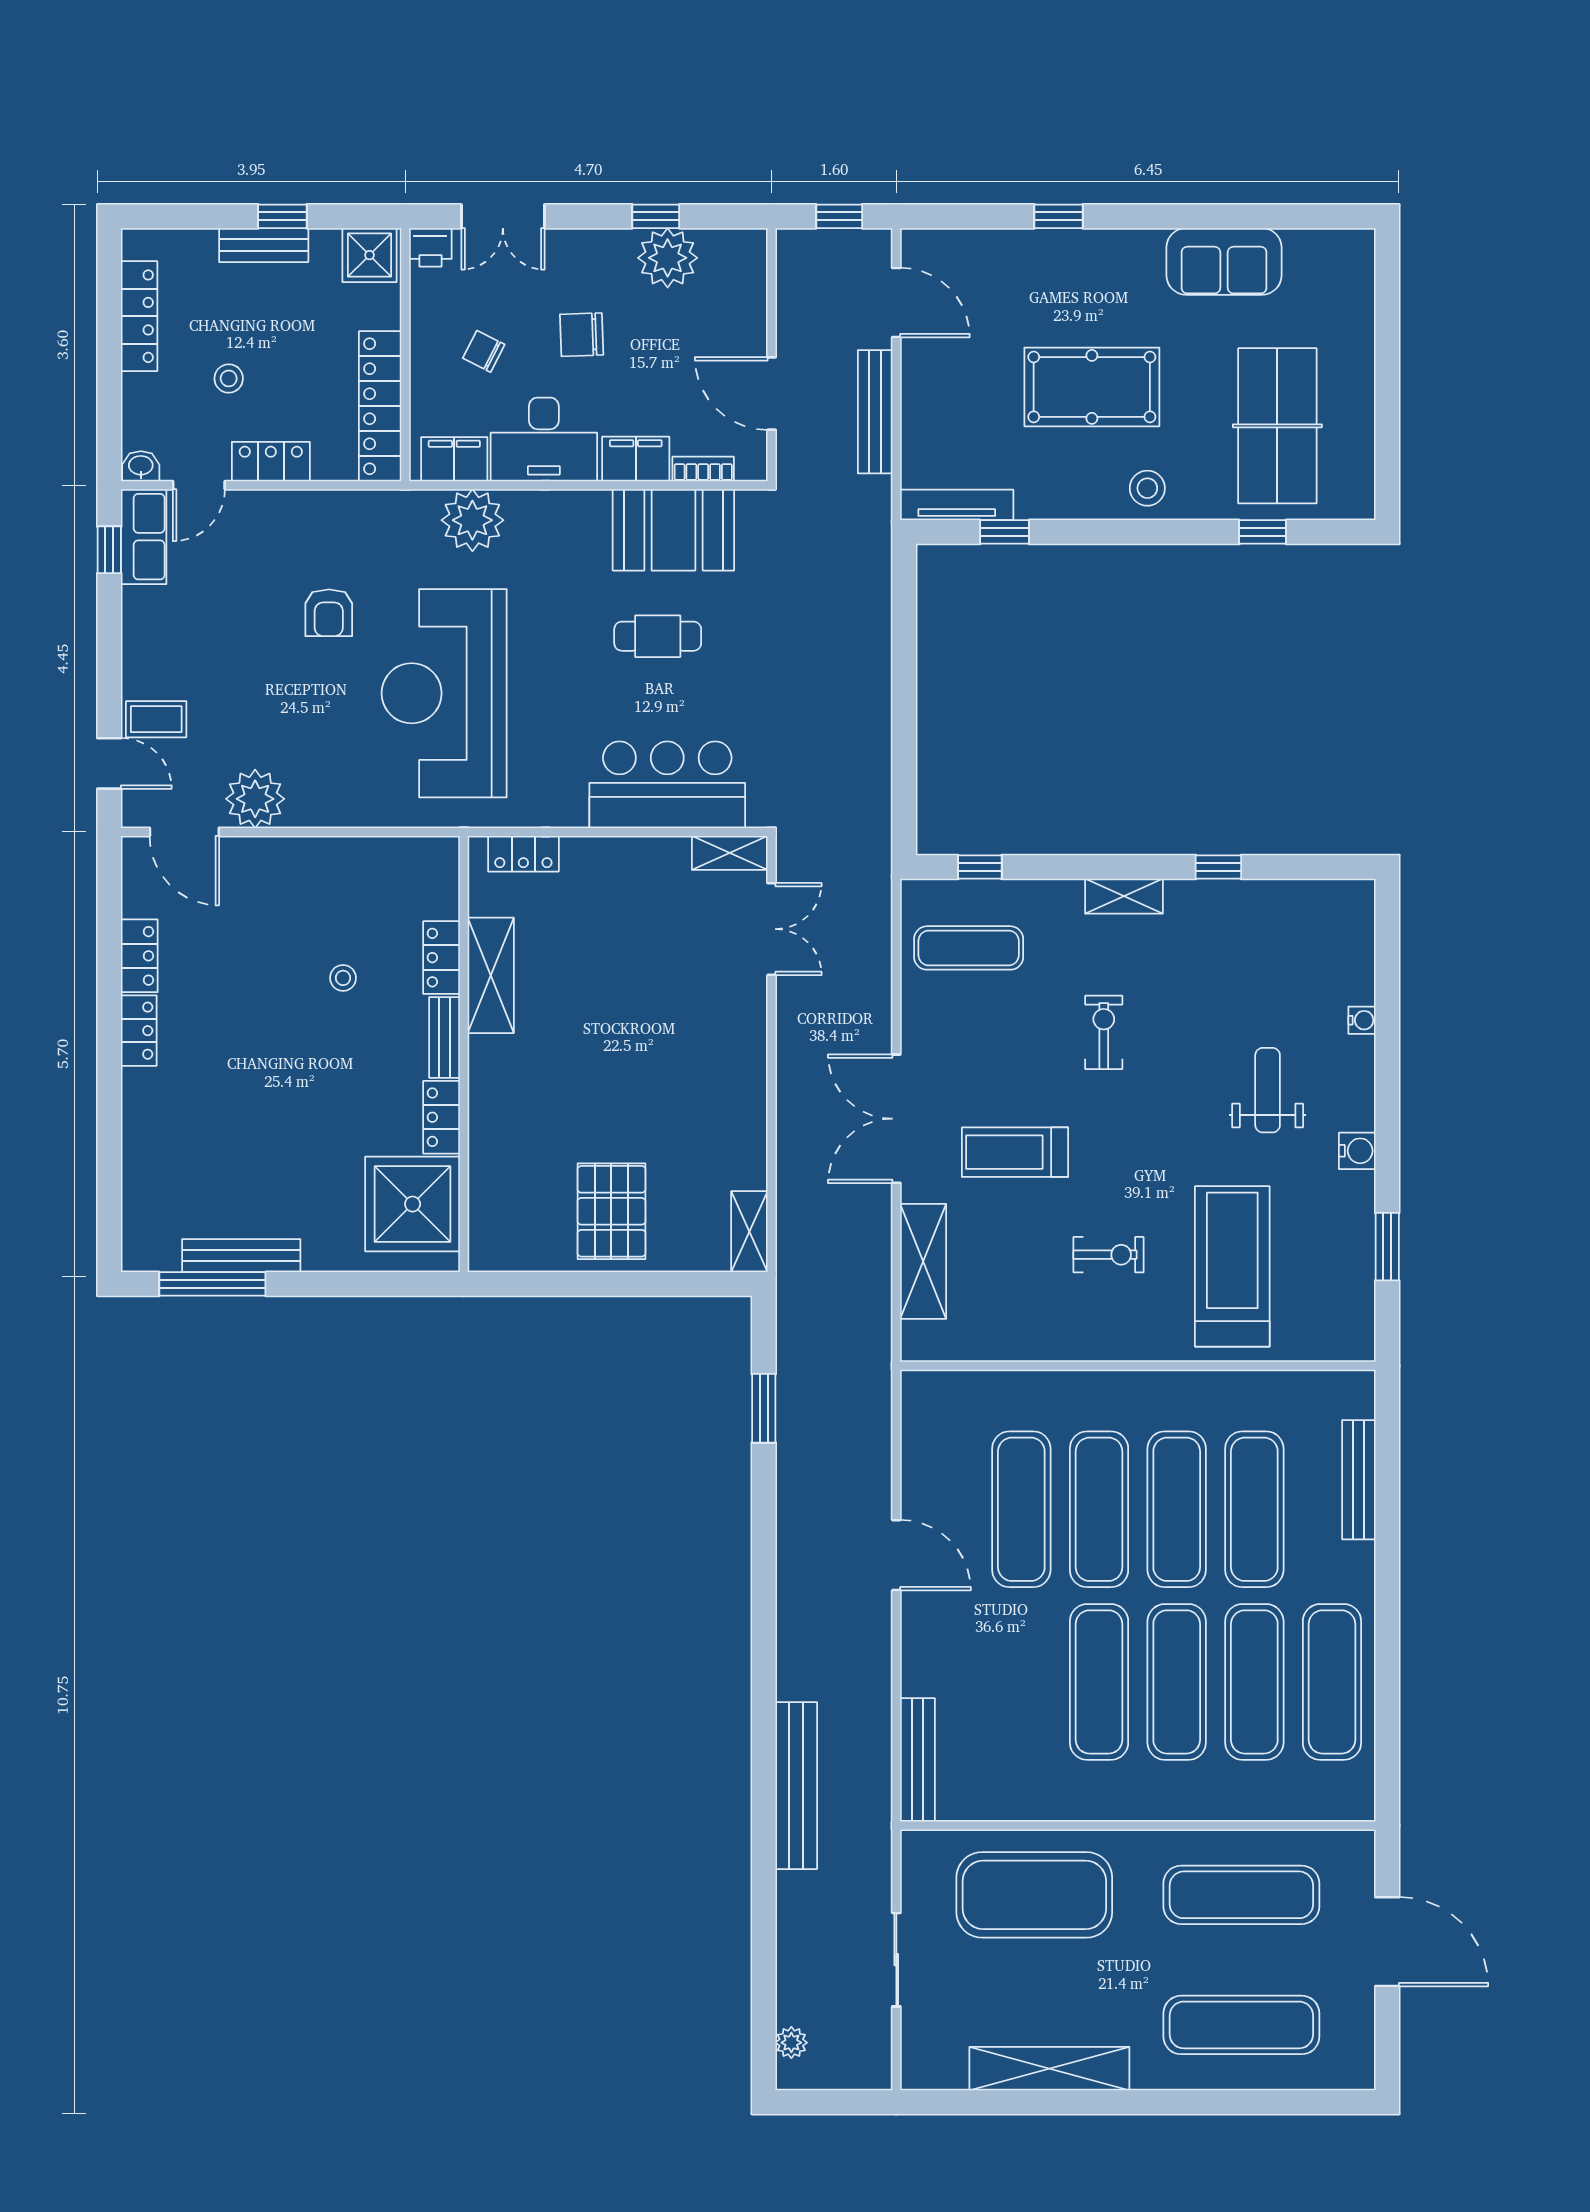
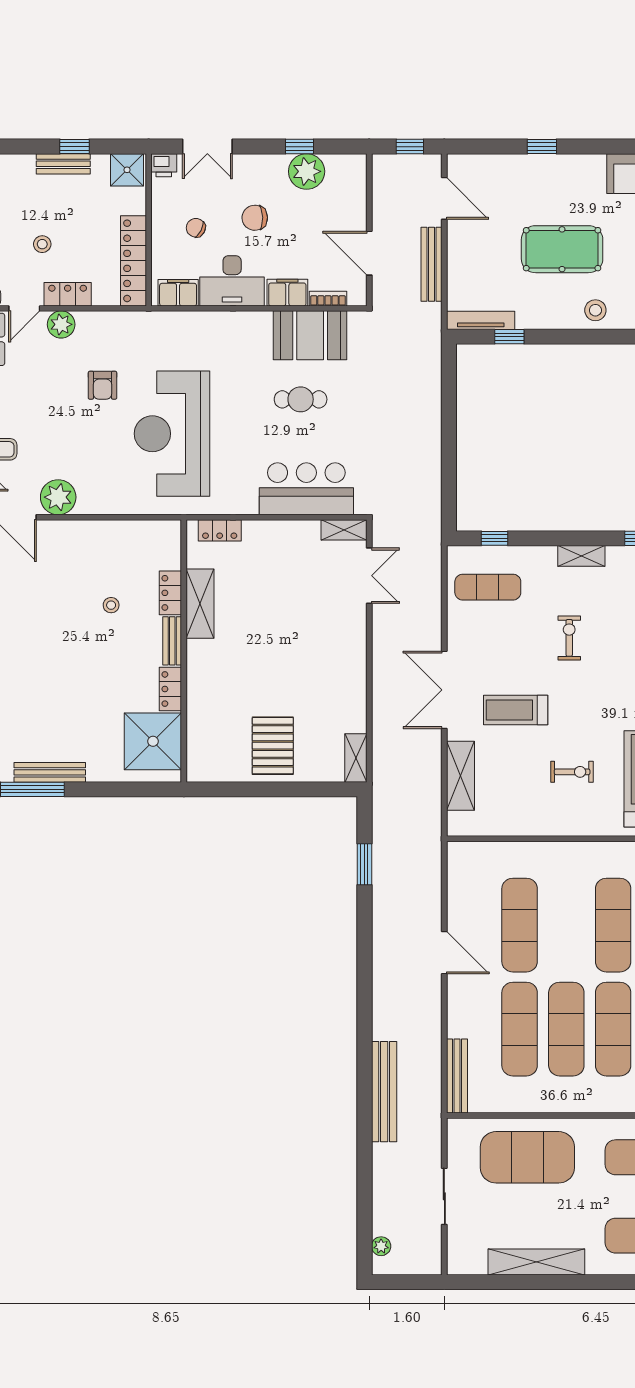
plant: (472, 520) -> (61, 324), moved, width x0.73, depth x0.73
exercise mat: (1099, 1509) -> (520, 1029), moved

